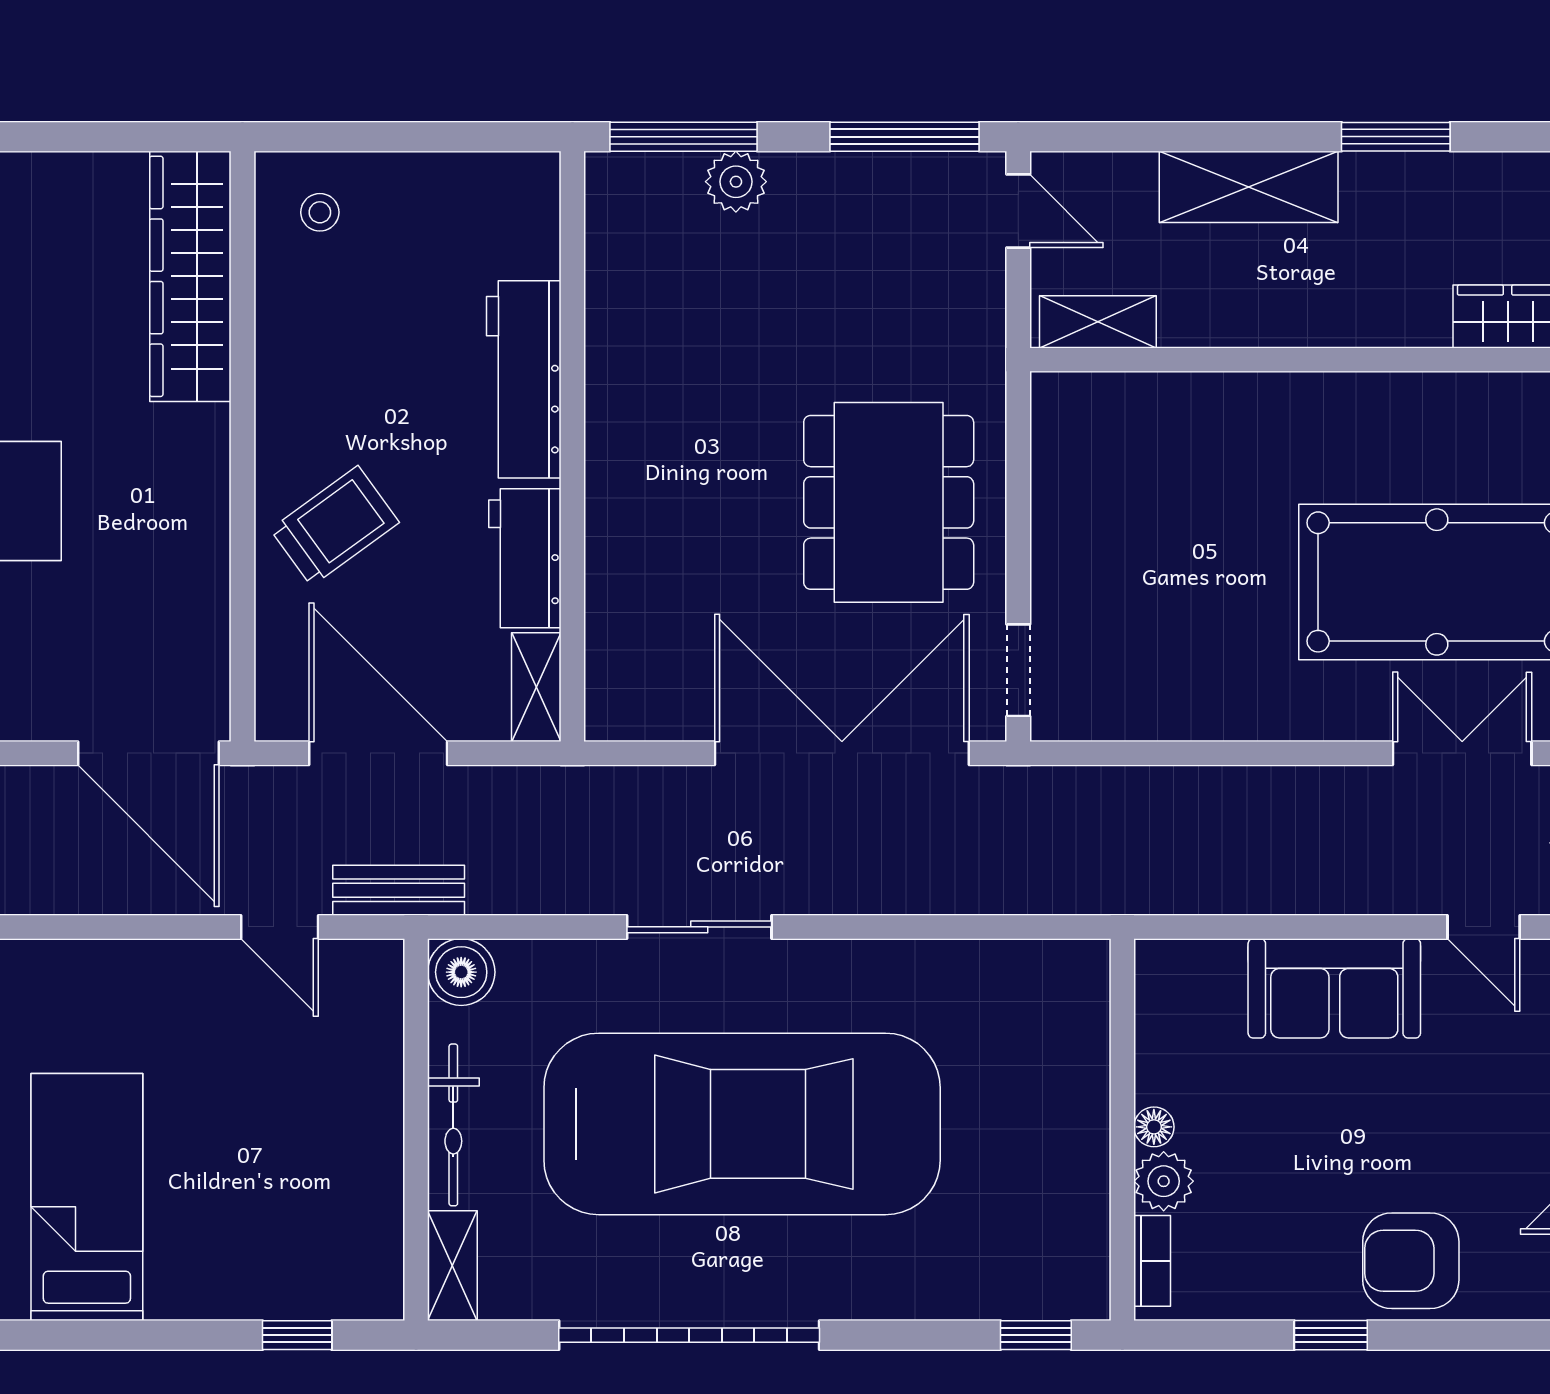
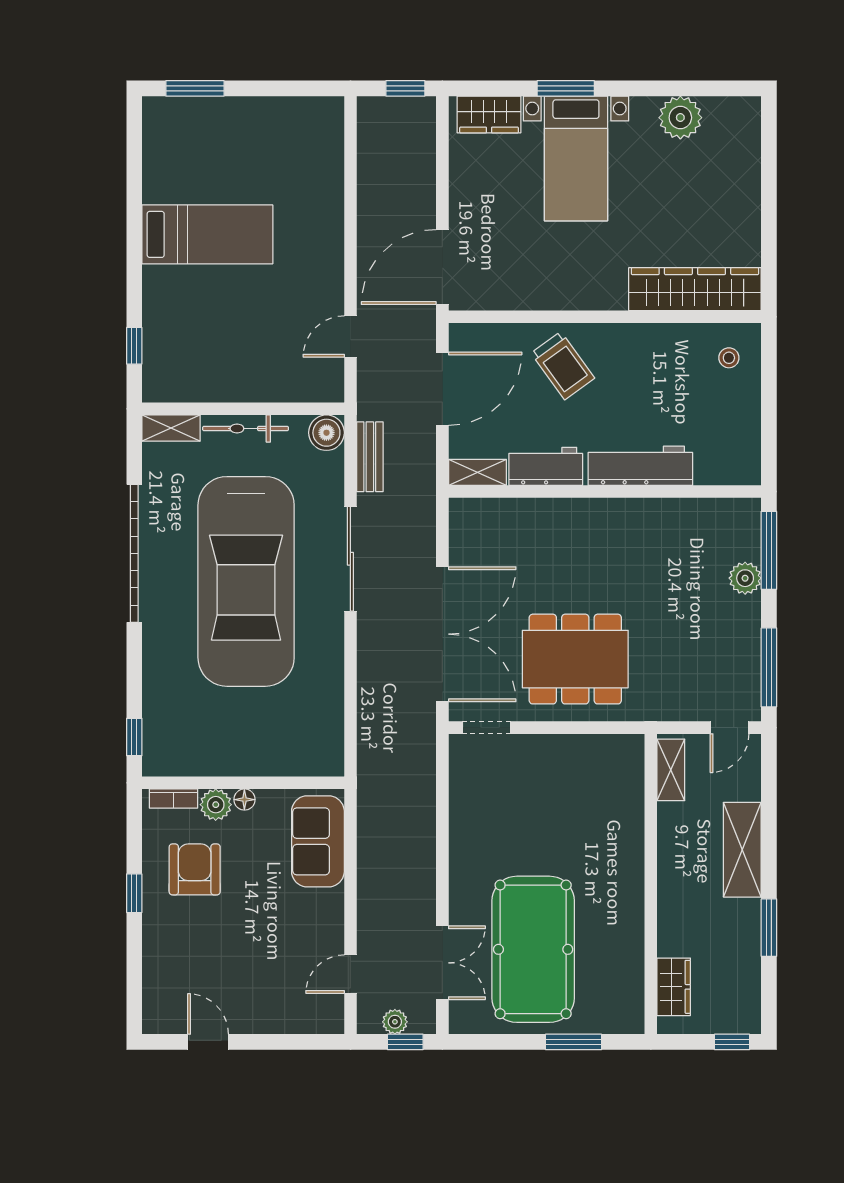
bench: (399, 890) -> (370, 457), moved
sliding door: (699, 927) -> (350, 559), width x1.37
sofa: (1334, 988) -> (318, 841), moved
armchair: (1411, 1261) -> (195, 869), moved

